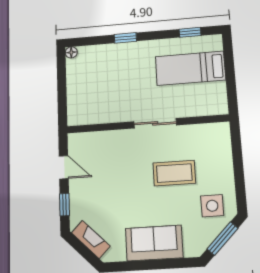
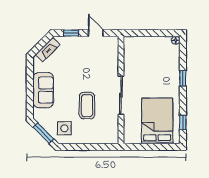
bed: (190, 68) -> (157, 121), width x1.50
sliding door: (155, 123) -> (121, 95), width x1.37
door: (64, 167) -> (96, 33), swing flipped

